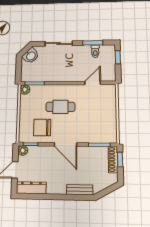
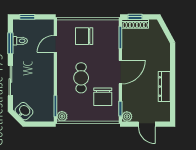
door: (93, 83) -> (55, 44), hinge flipped
chair: (100, 110) -> (84, 36), added
dresser: (31, 188) -> (164, 87), moved
bench: (80, 190) -> (165, 58), removed

